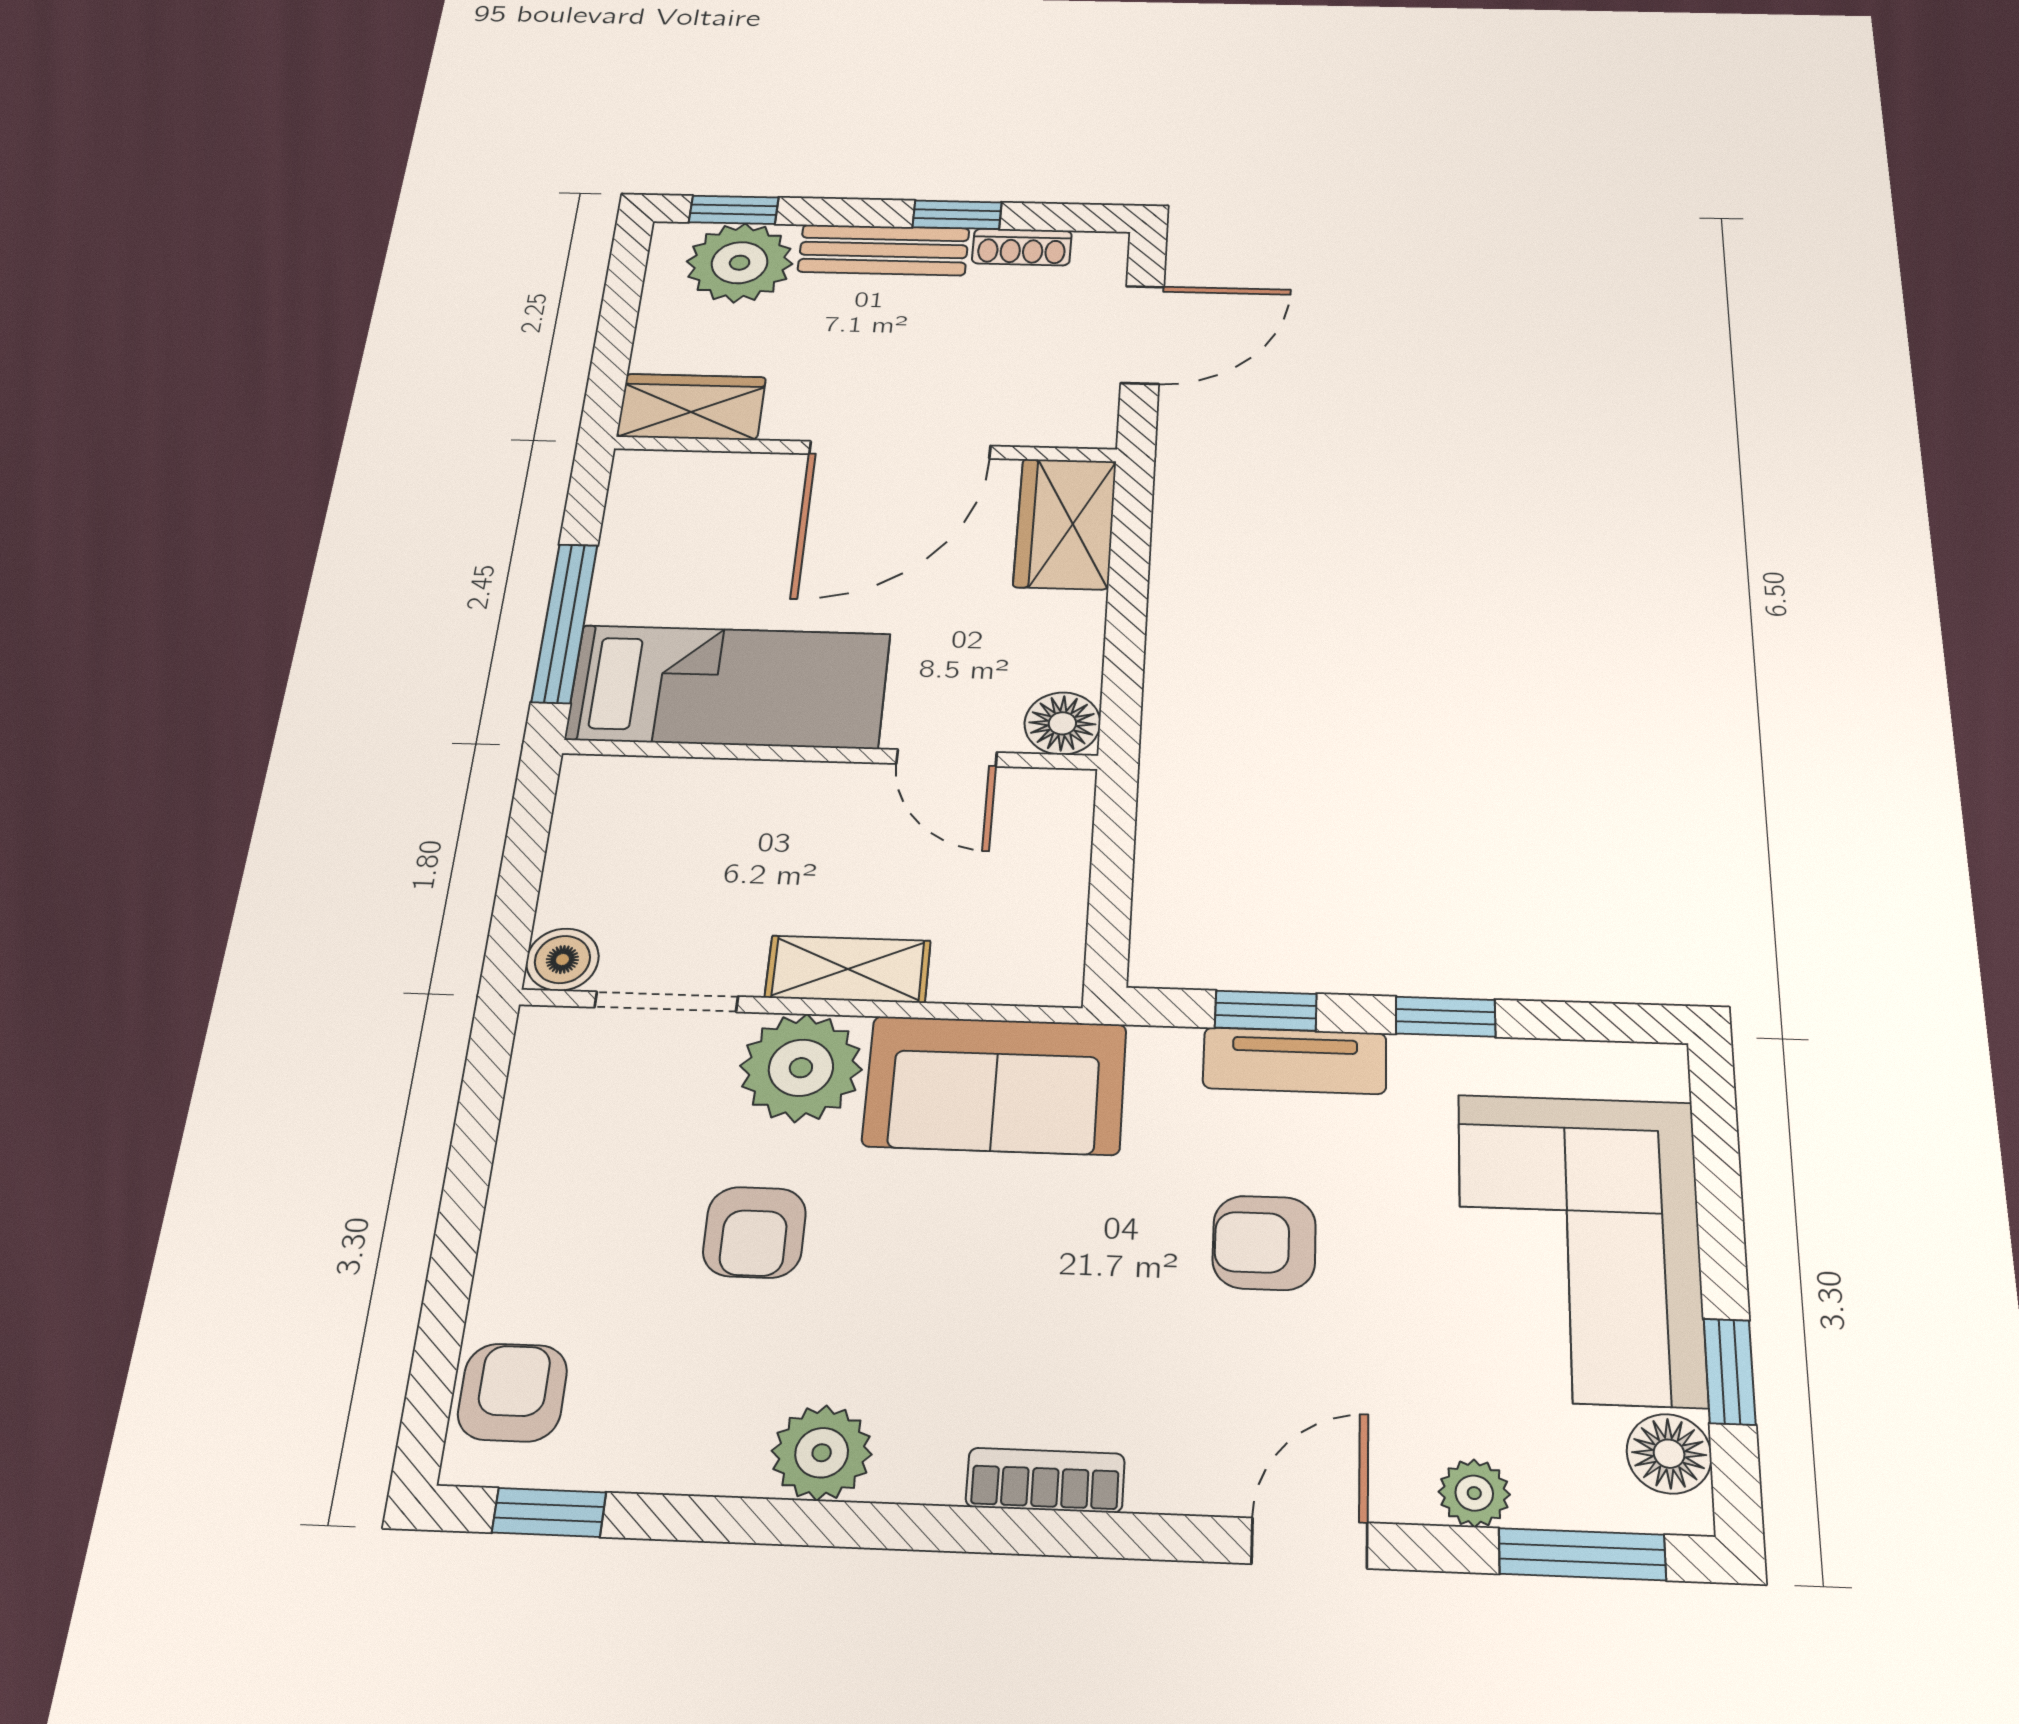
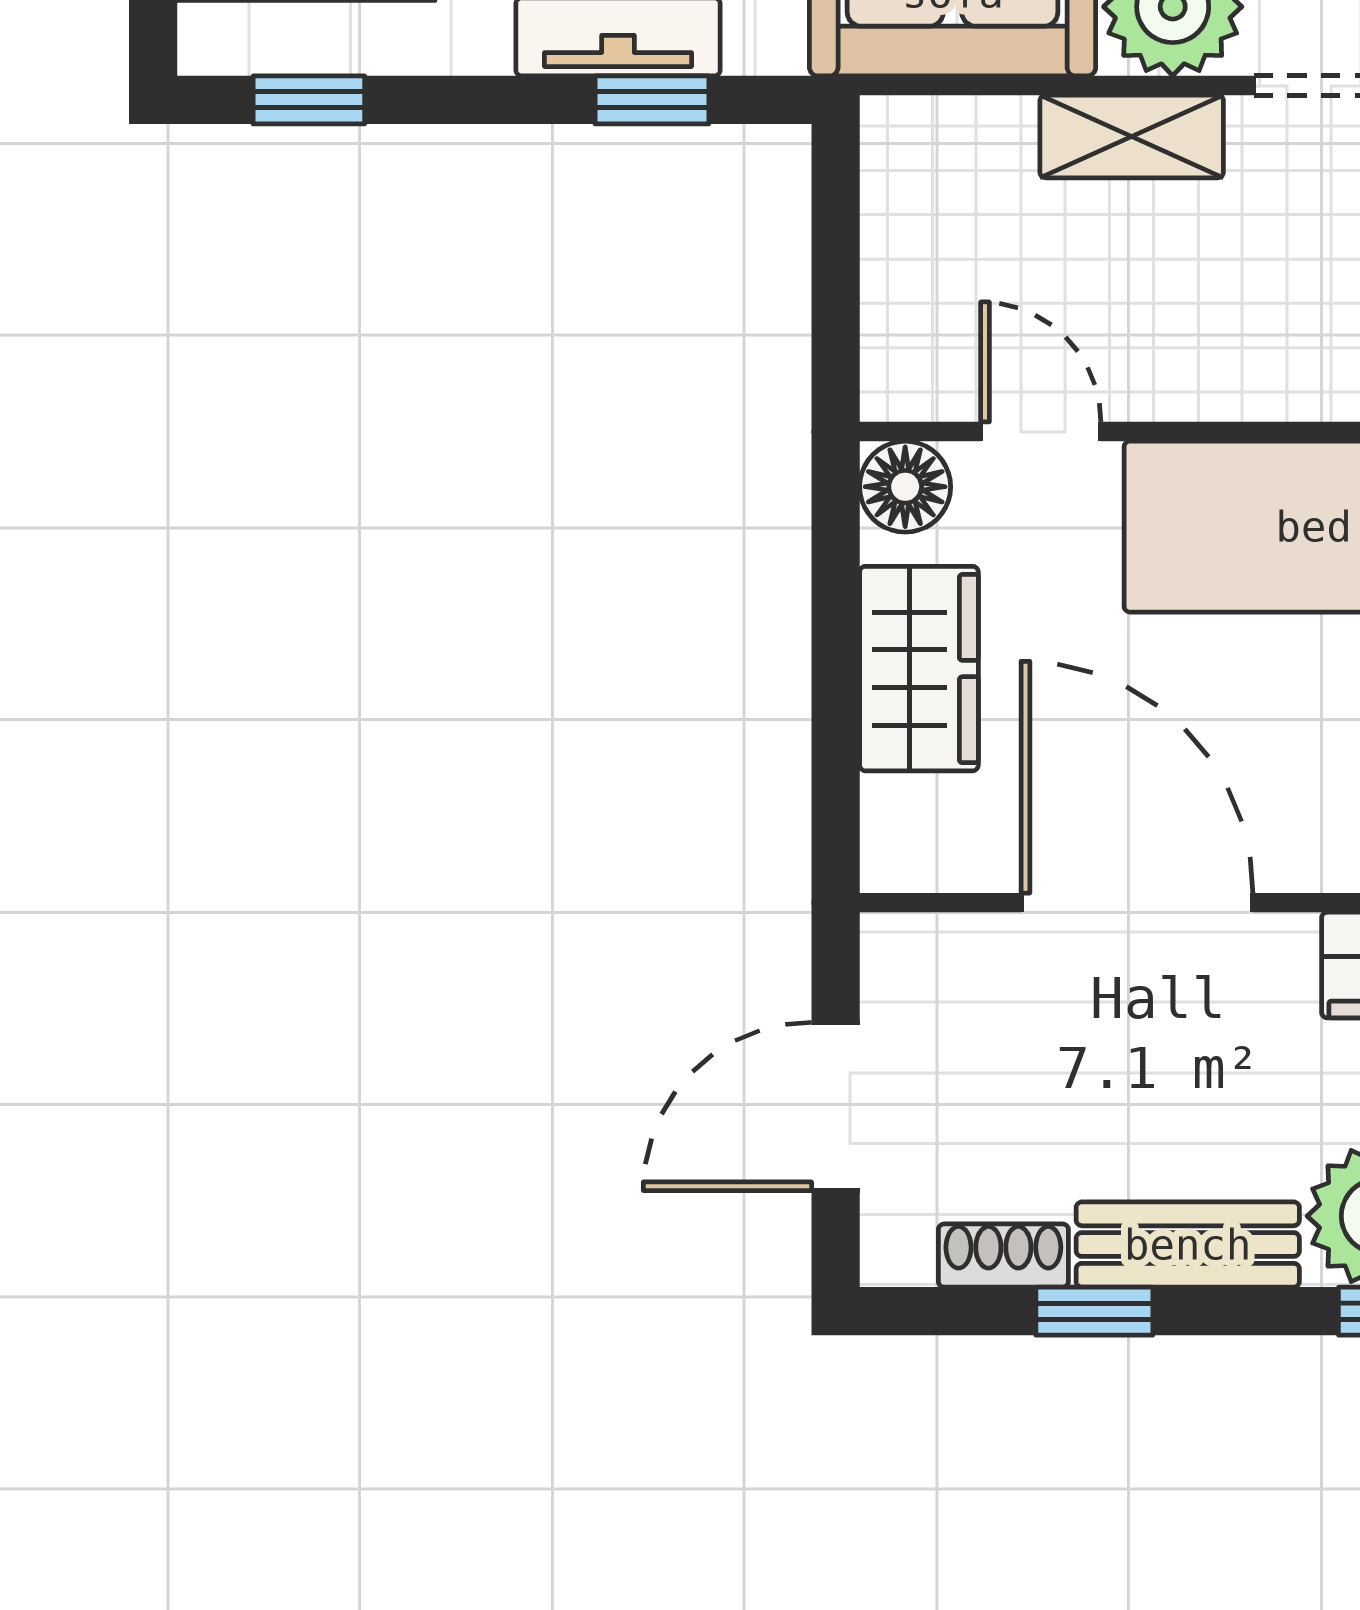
door: (900, 450) -> (1137, 903), hinge flipped
wardrobe: (1065, 524) -> (919, 669), moved
window: (1445, 1017) -> (309, 100), moved

